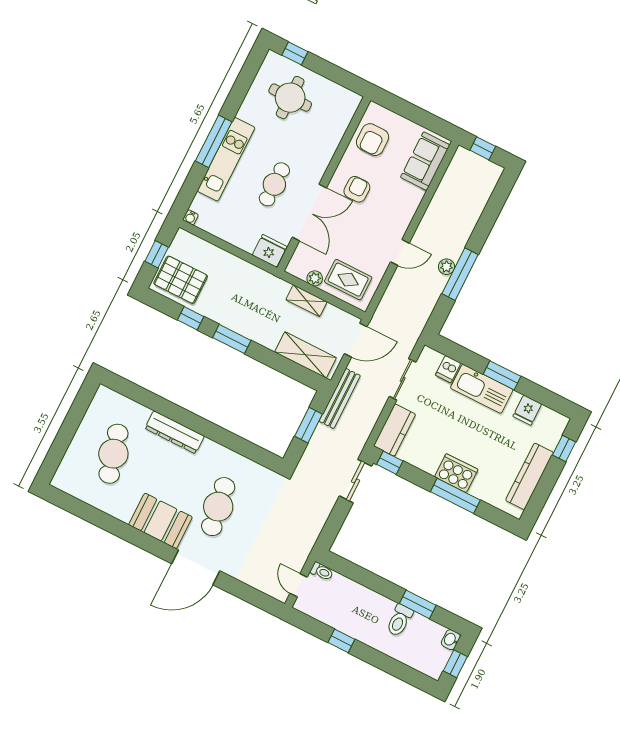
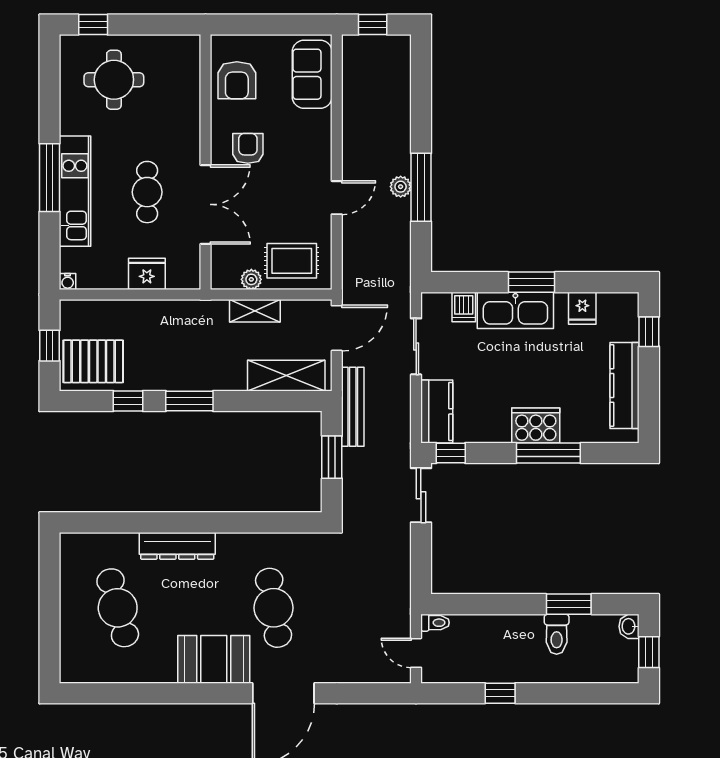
fridge: (270, 251) -> (147, 274), moved

